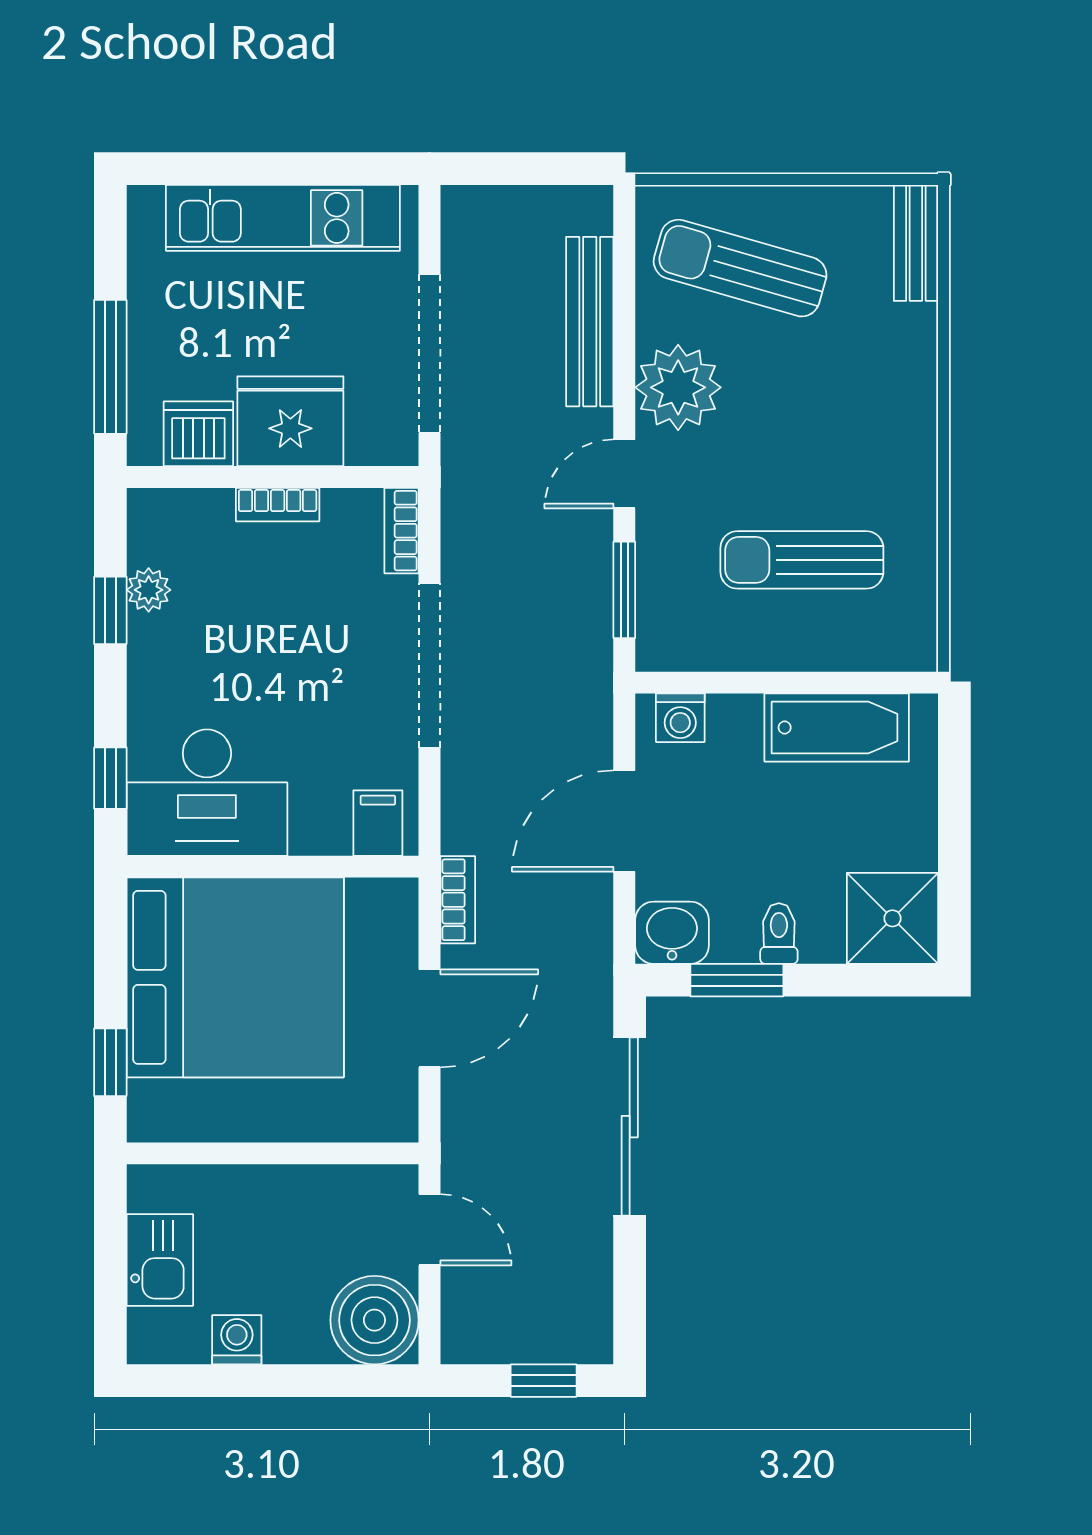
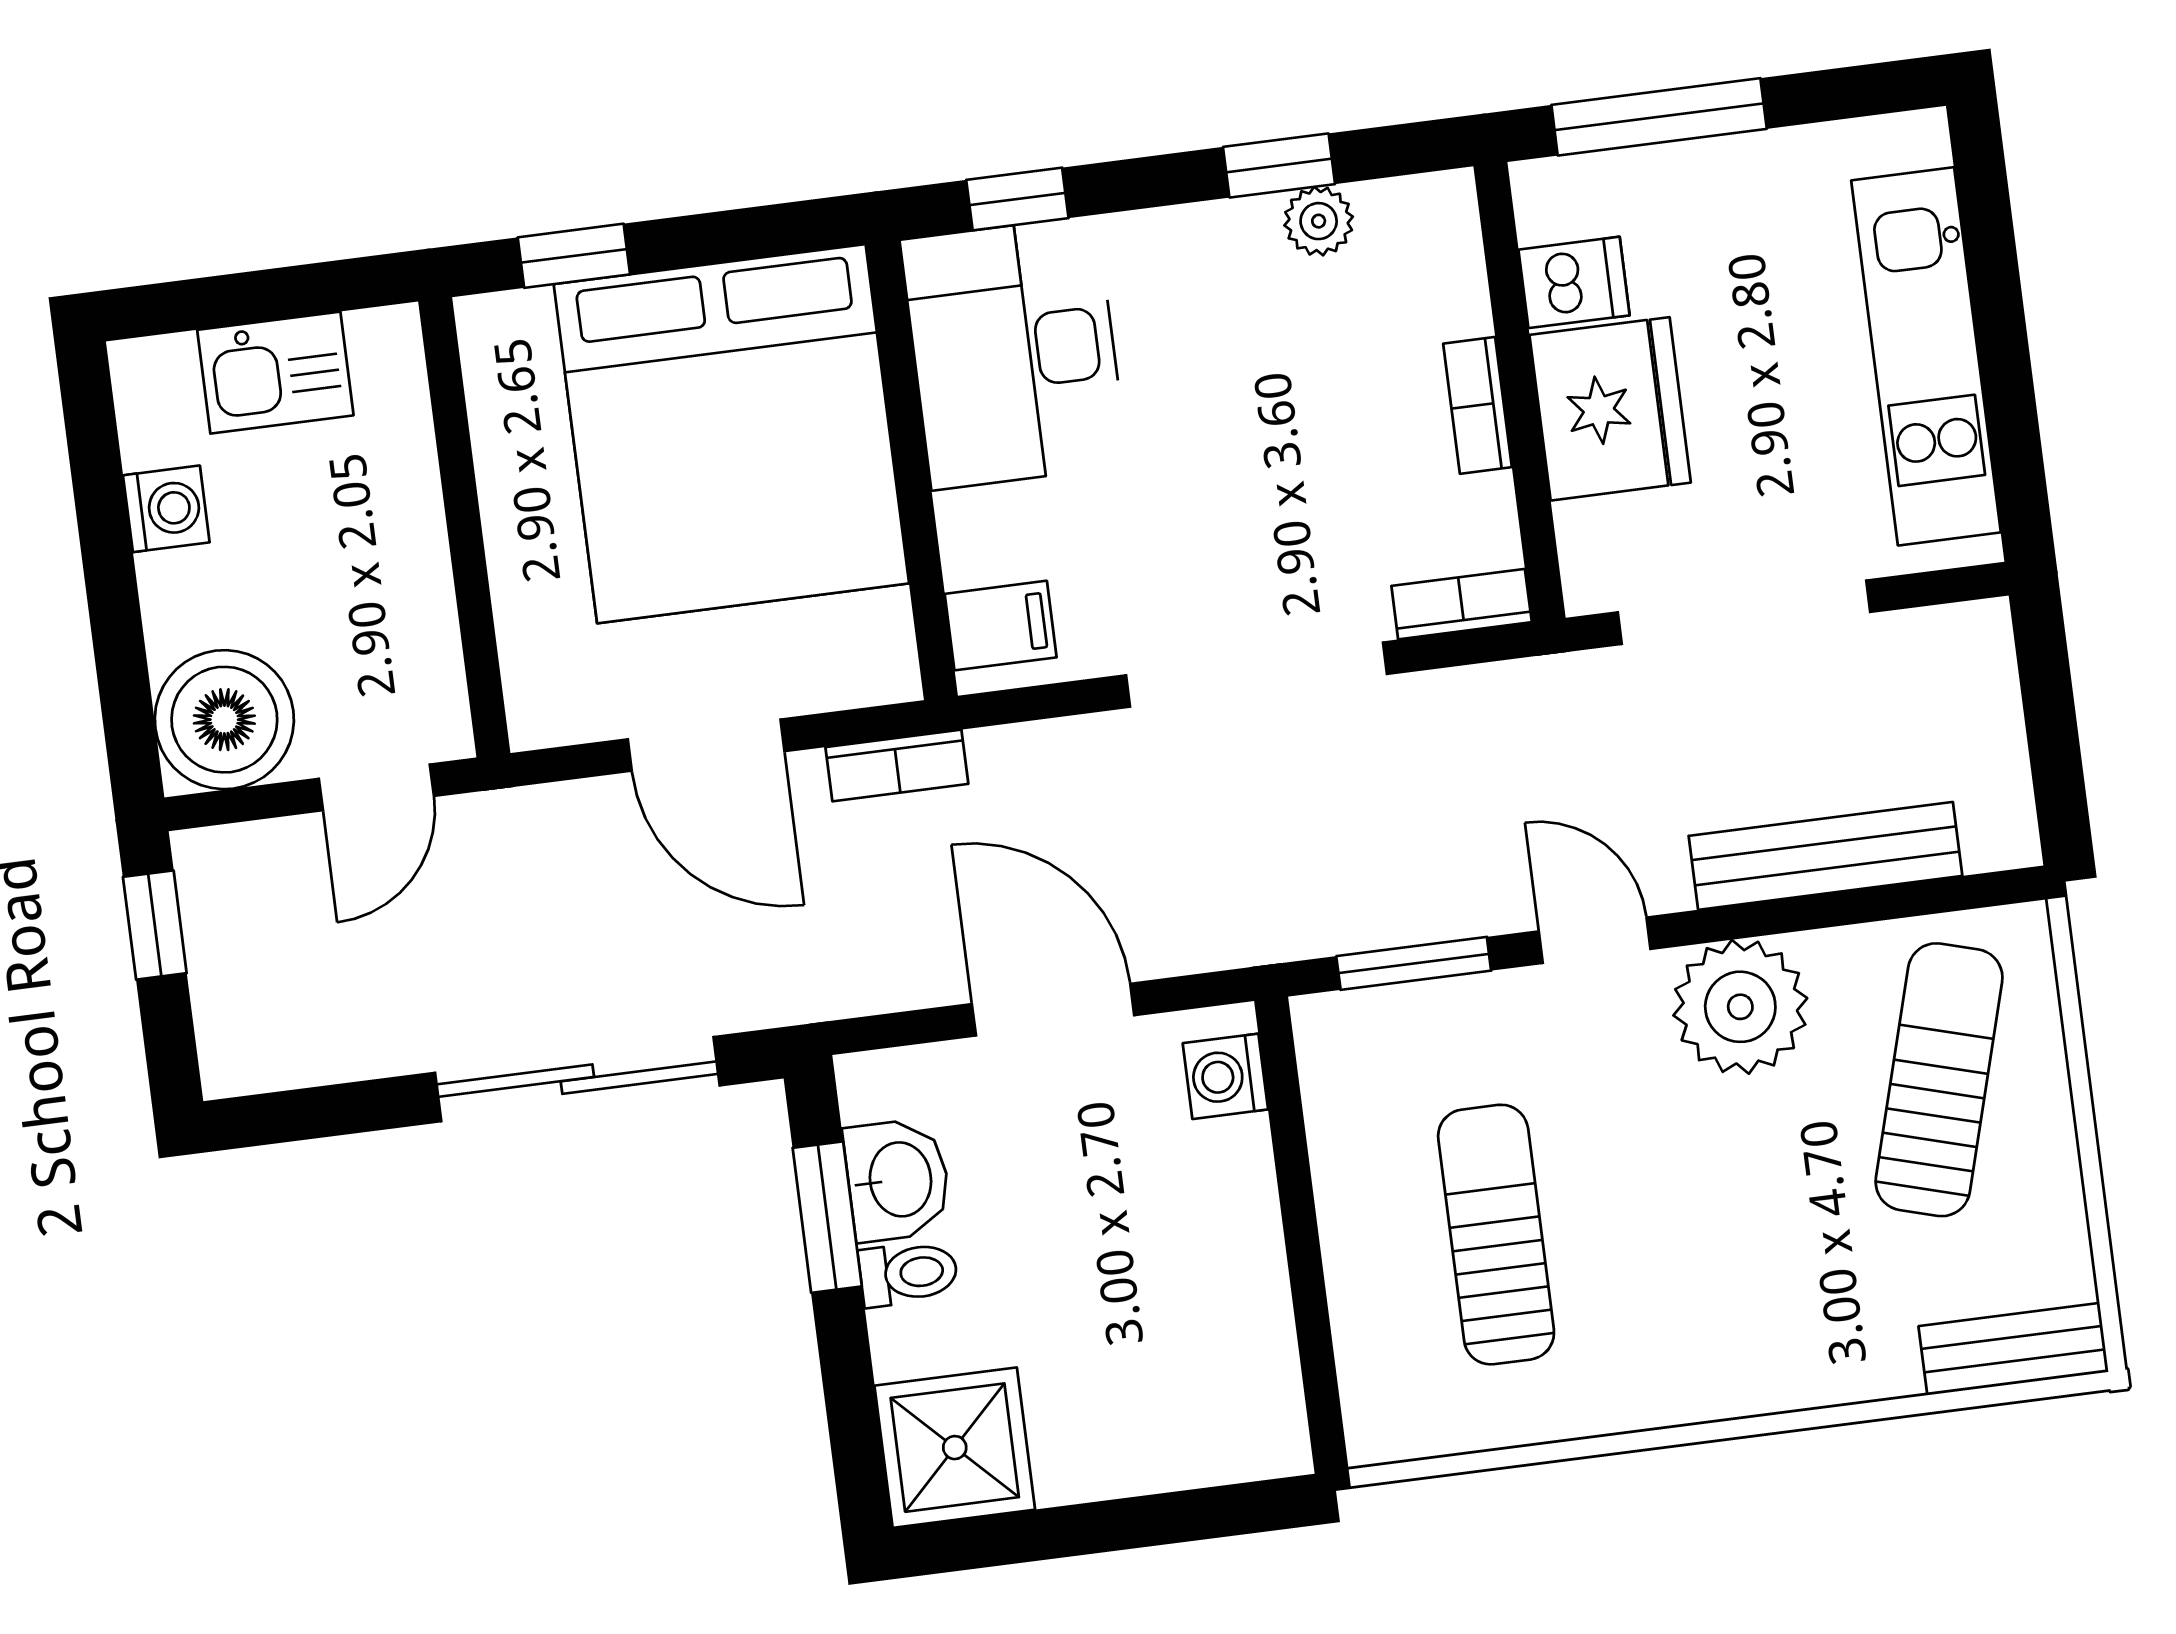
dishwasher: (198, 434) -> (1574, 282), width x0.73
bathtub: (837, 728) -> (1241, 1322), removed
washbasin: (672, 933) -> (898, 1180), moved
window: (544, 1381) -> (155, 925), moved

